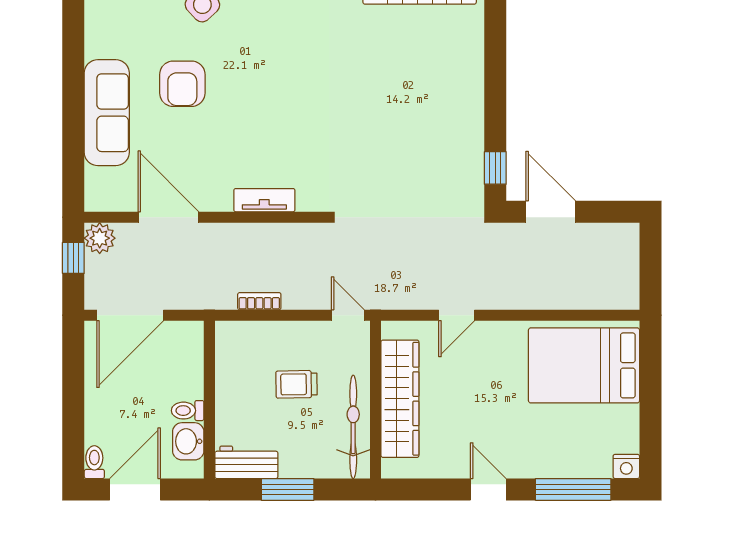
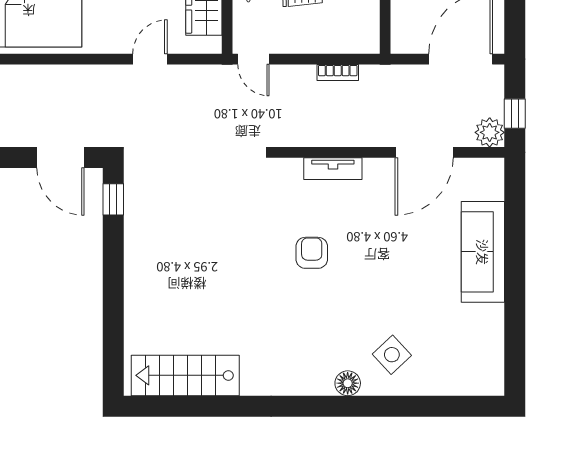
armchair: (182, 84) -> (312, 253), moved, width x0.72, depth x0.72
door: (168, 217) -> (424, 152), hinge flipped

